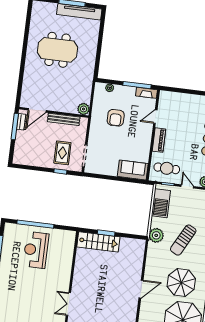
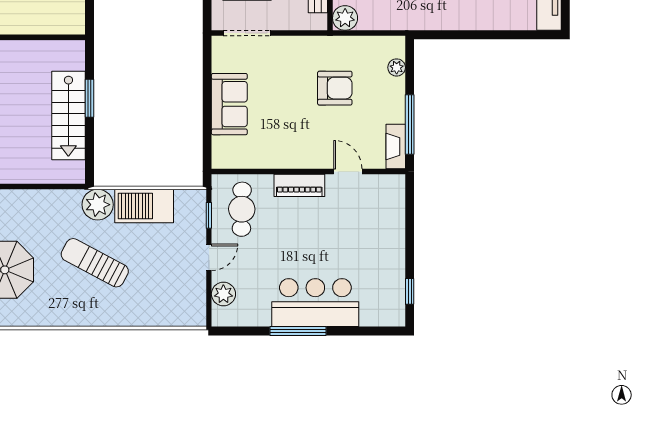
armchair: (116, 118) -> (335, 88), turned 180
sofa: (133, 170) -> (229, 104), moved
barbecue: (161, 203) -> (144, 206), moved
stairs: (98, 242) -> (68, 116), moved

